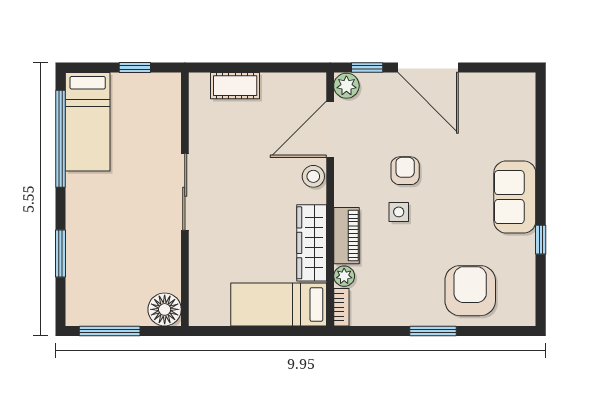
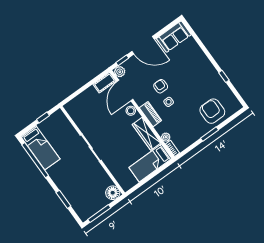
cot: (235, 86) -> (105, 83), moved
sofa: (515, 197) -> (174, 37), moved, turned -90
piano: (346, 236) -> (150, 114), moved

